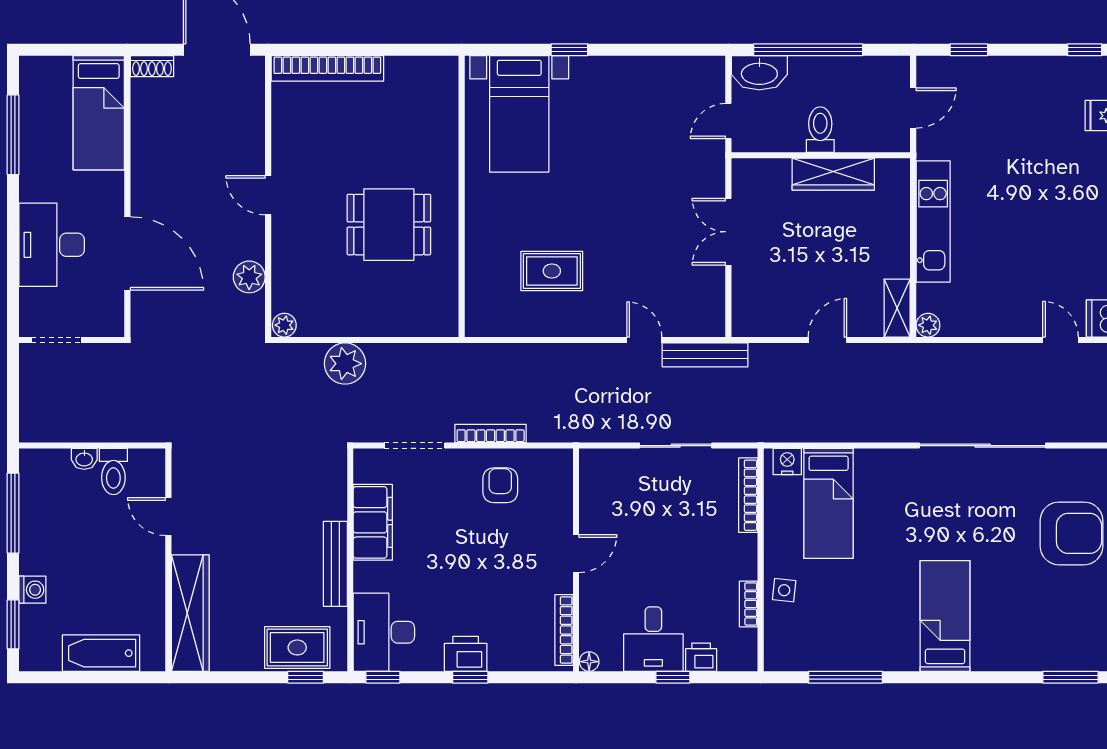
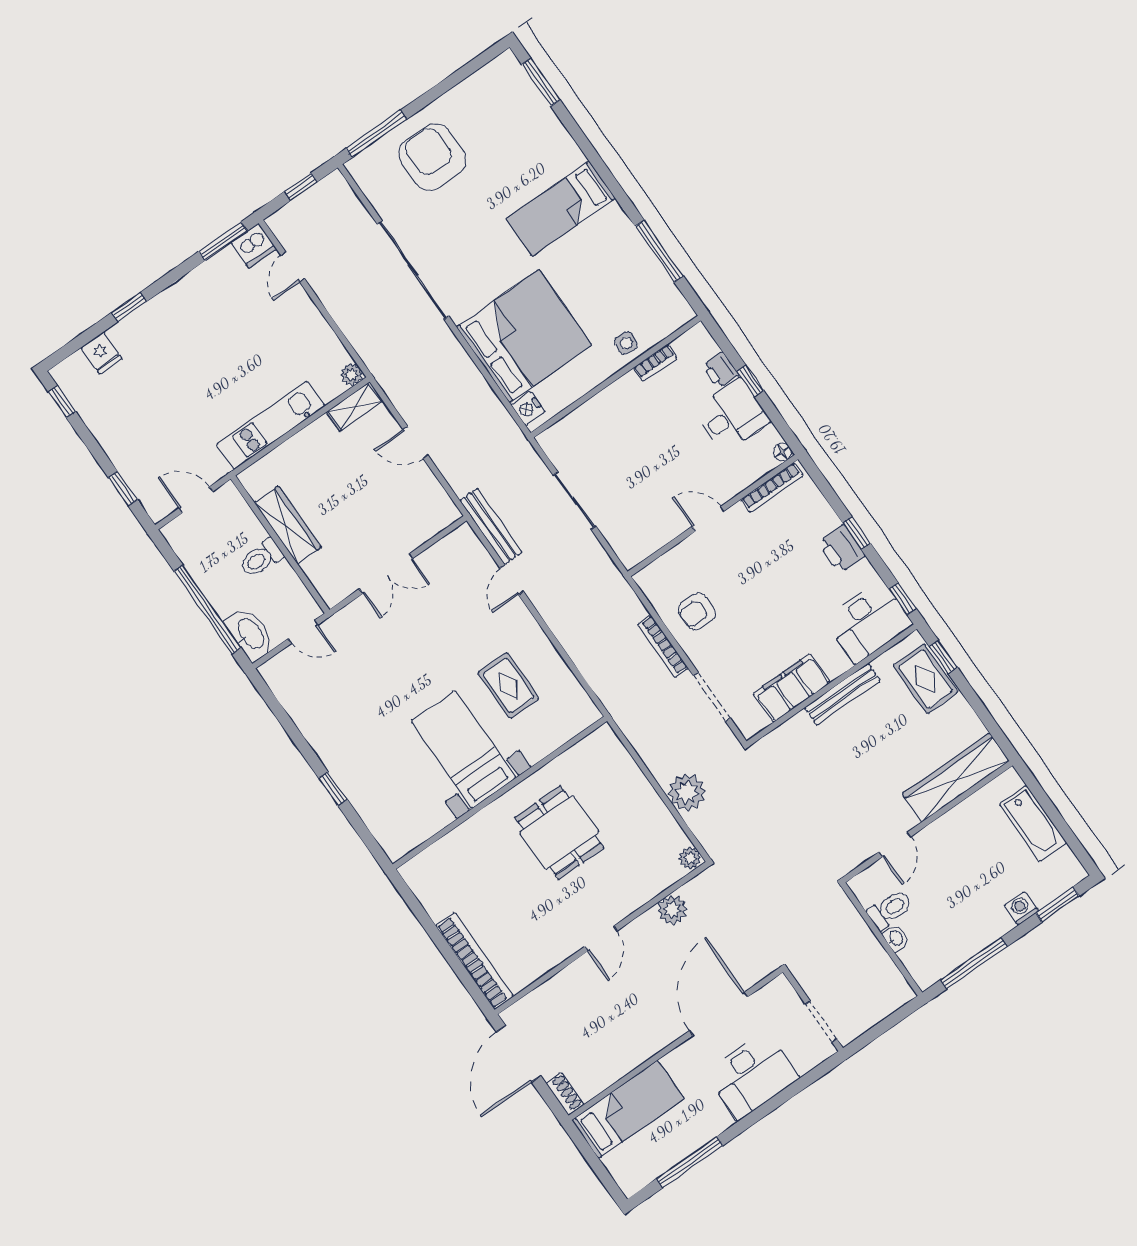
bed with nightstands: (519, 114) -> (464, 750), moved, turned -90
bookcase: (748, 495) -> (574, 420), removed
bed: (829, 503) -> (524, 336), width x2.04

